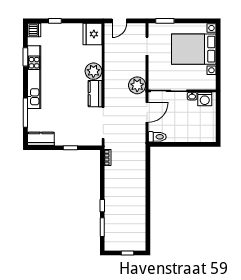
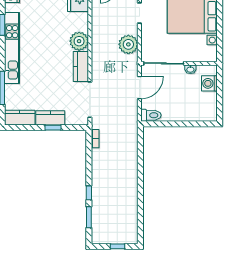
plant: (137, 85) -> (128, 44), moved
washing machine: (205, 99) -> (209, 83), moved, turned 90
kitchen counter: (68, 139) -> (50, 118), added

